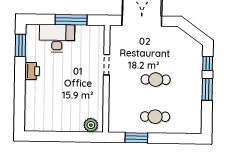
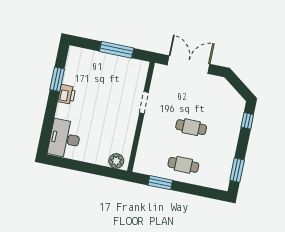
desk: (57, 38) -> (65, 139), moved, turned -90
window: (20, 45) -> (57, 79), moved
window: (207, 89) -> (237, 170), moved

